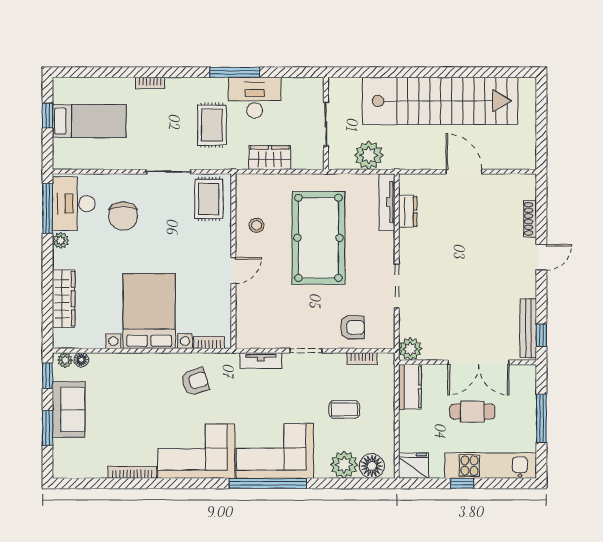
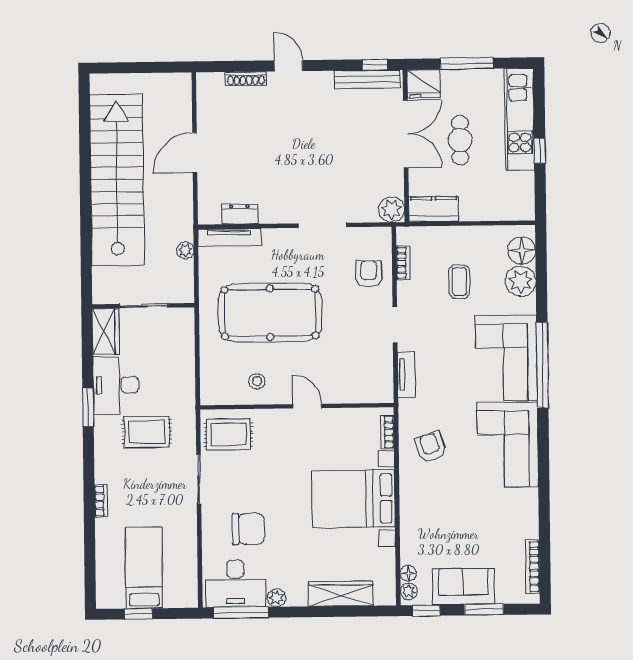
window: (235, 72) -> (88, 407), width x0.69
plant: (369, 155) -> (185, 251), width x0.53, depth x0.53
wardrobe: (270, 158) -> (106, 332), moved, turned 180
fridge: (414, 466) -> (424, 84), moved, turned -90
bookcase: (132, 472) -> (533, 567), moved

